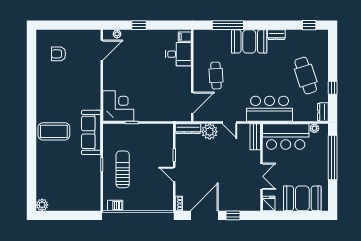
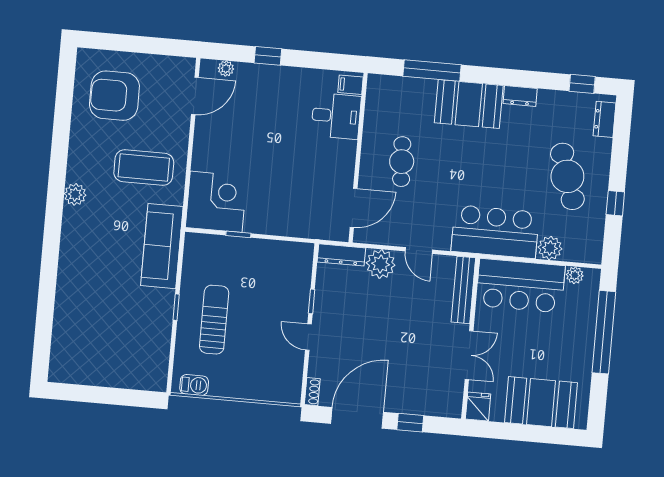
armchair: (58, 54) -> (114, 96), width x1.88, depth x1.88
dresser: (323, 112) -> (605, 119), moved
plant: (300, 115) -> (550, 248), added
coffee table: (54, 131) -> (144, 168), moved
bench: (255, 137) -> (463, 290), width x1.36
plant: (42, 205) -> (75, 194), moved

